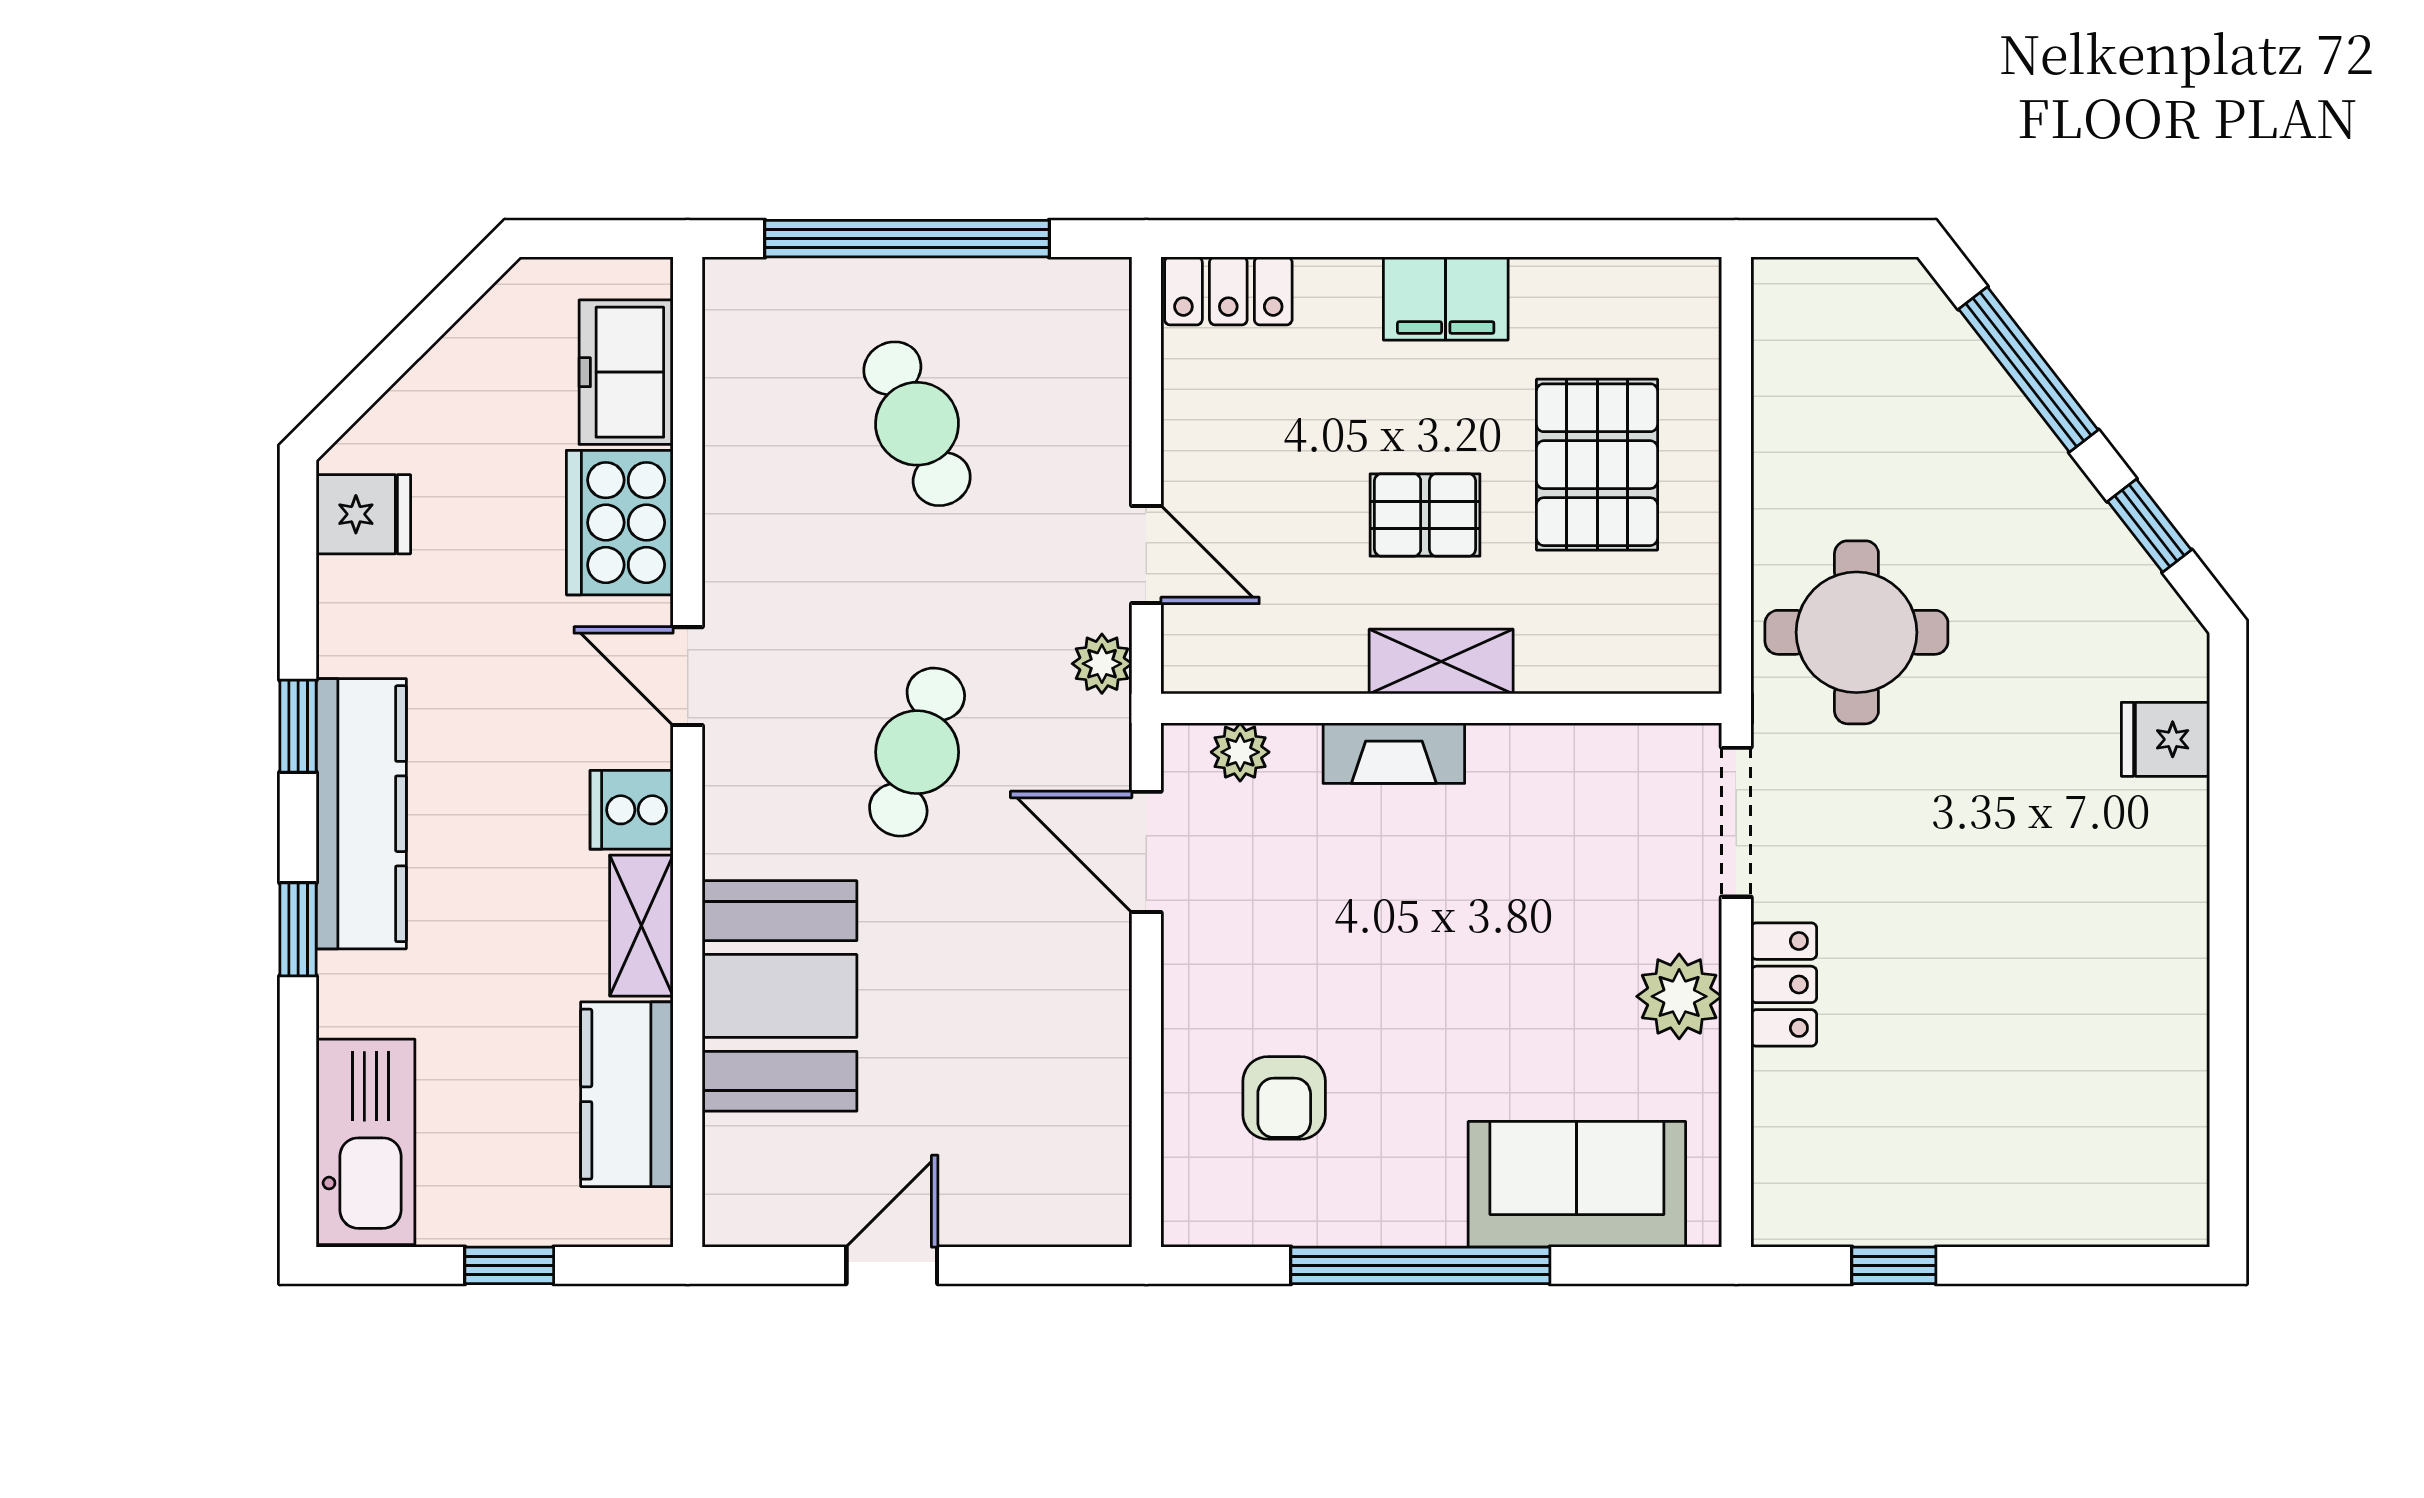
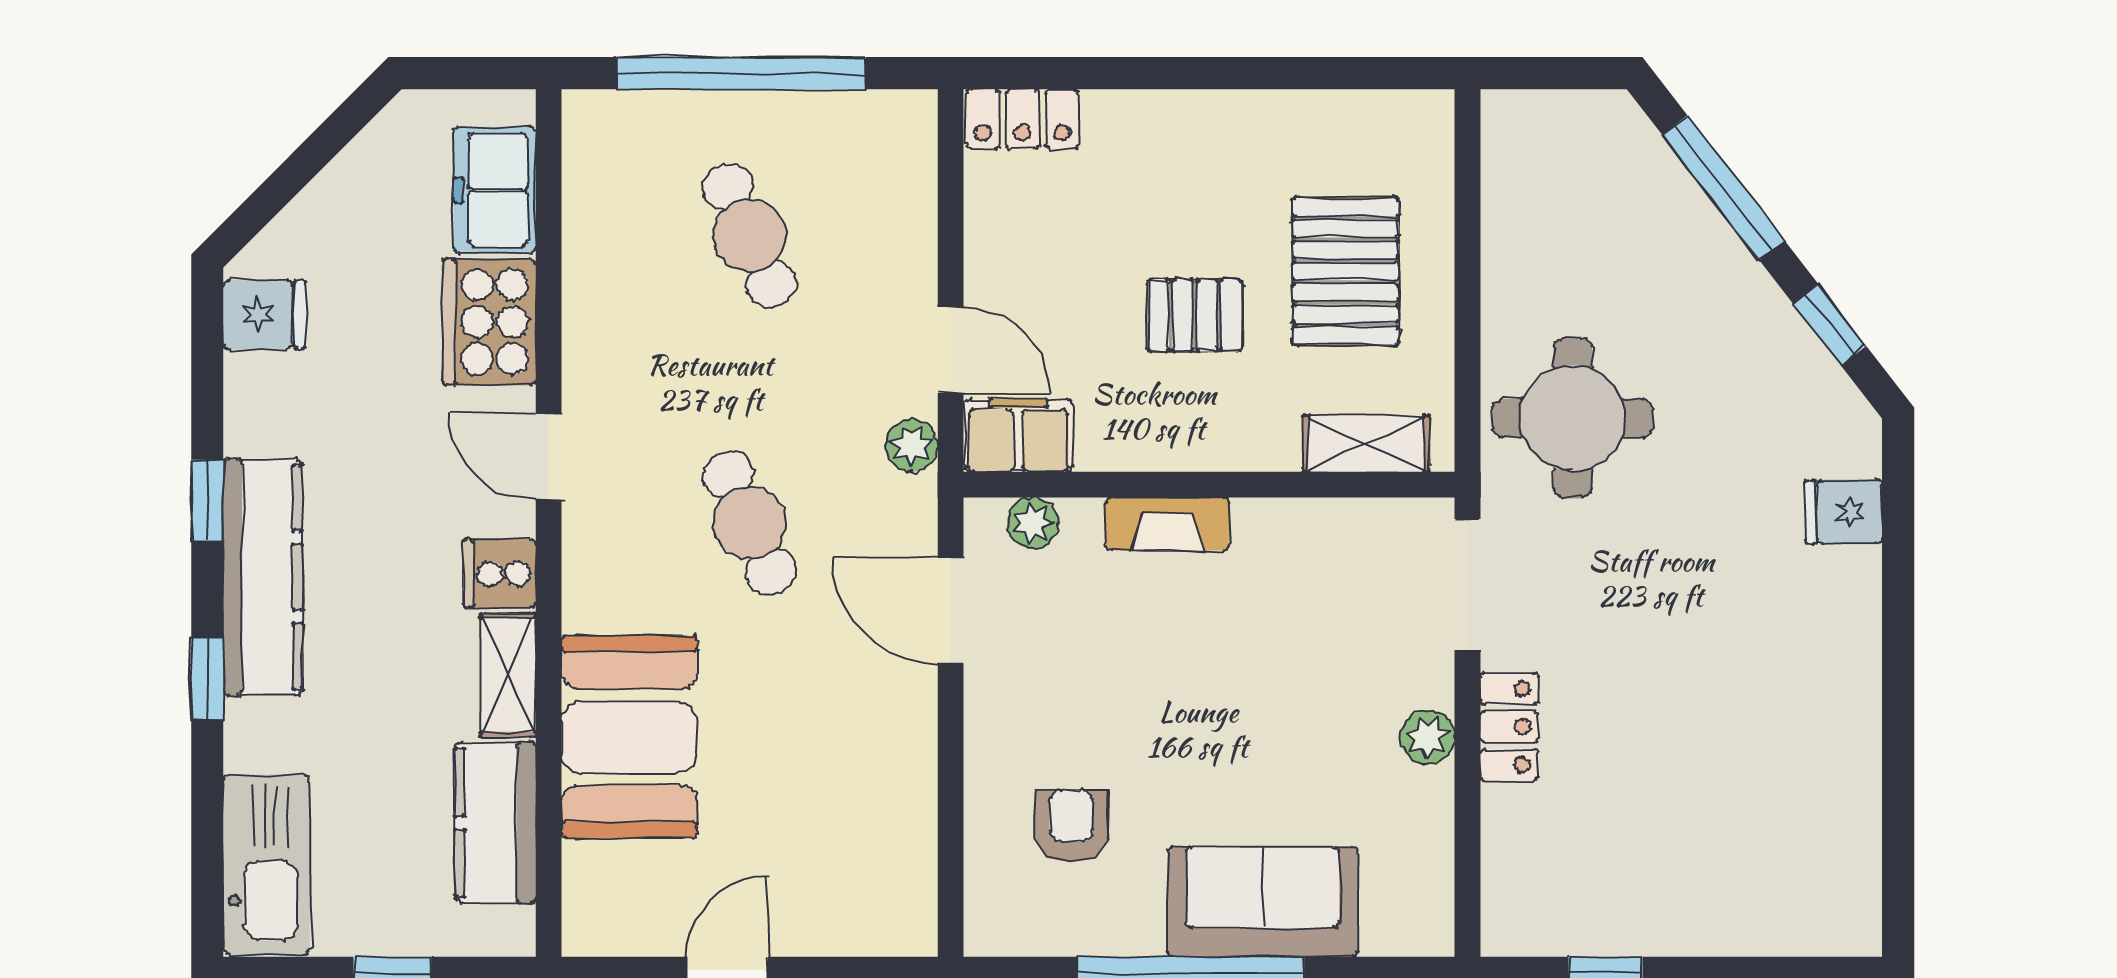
filing cabinet: (1446, 298) -> (1018, 436), moved, turned 180
shelving: (1441, 661) -> (1366, 444), moved
cafe table: (917, 752) -> (750, 523), turned -42
plant: (1679, 996) -> (1428, 737), width x0.73, depth x0.73
armchair: (1284, 1098) -> (1071, 826), turned 180
sofa: (1577, 1184) -> (1263, 902), moved

